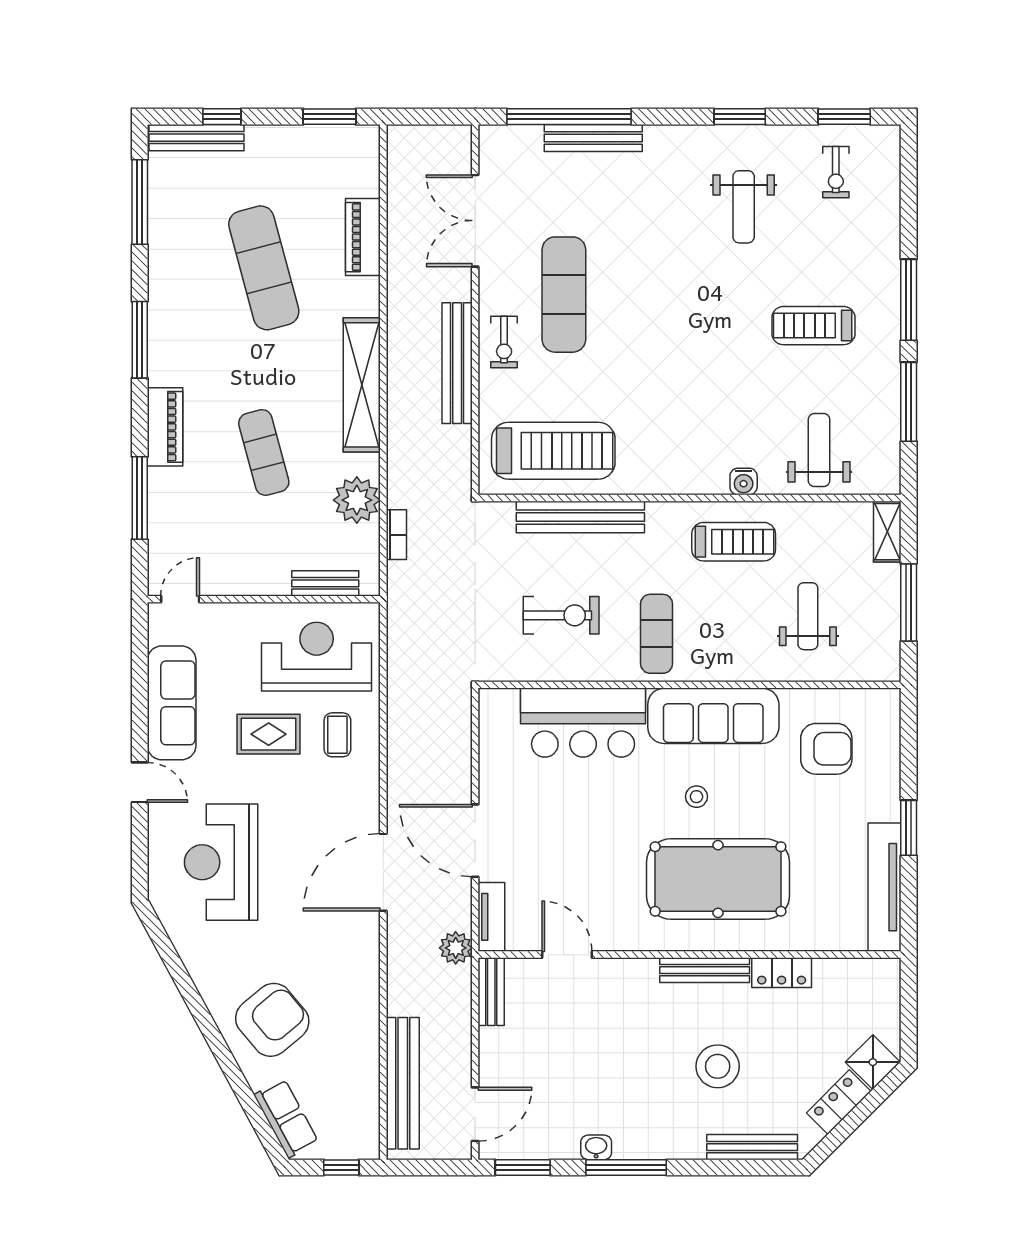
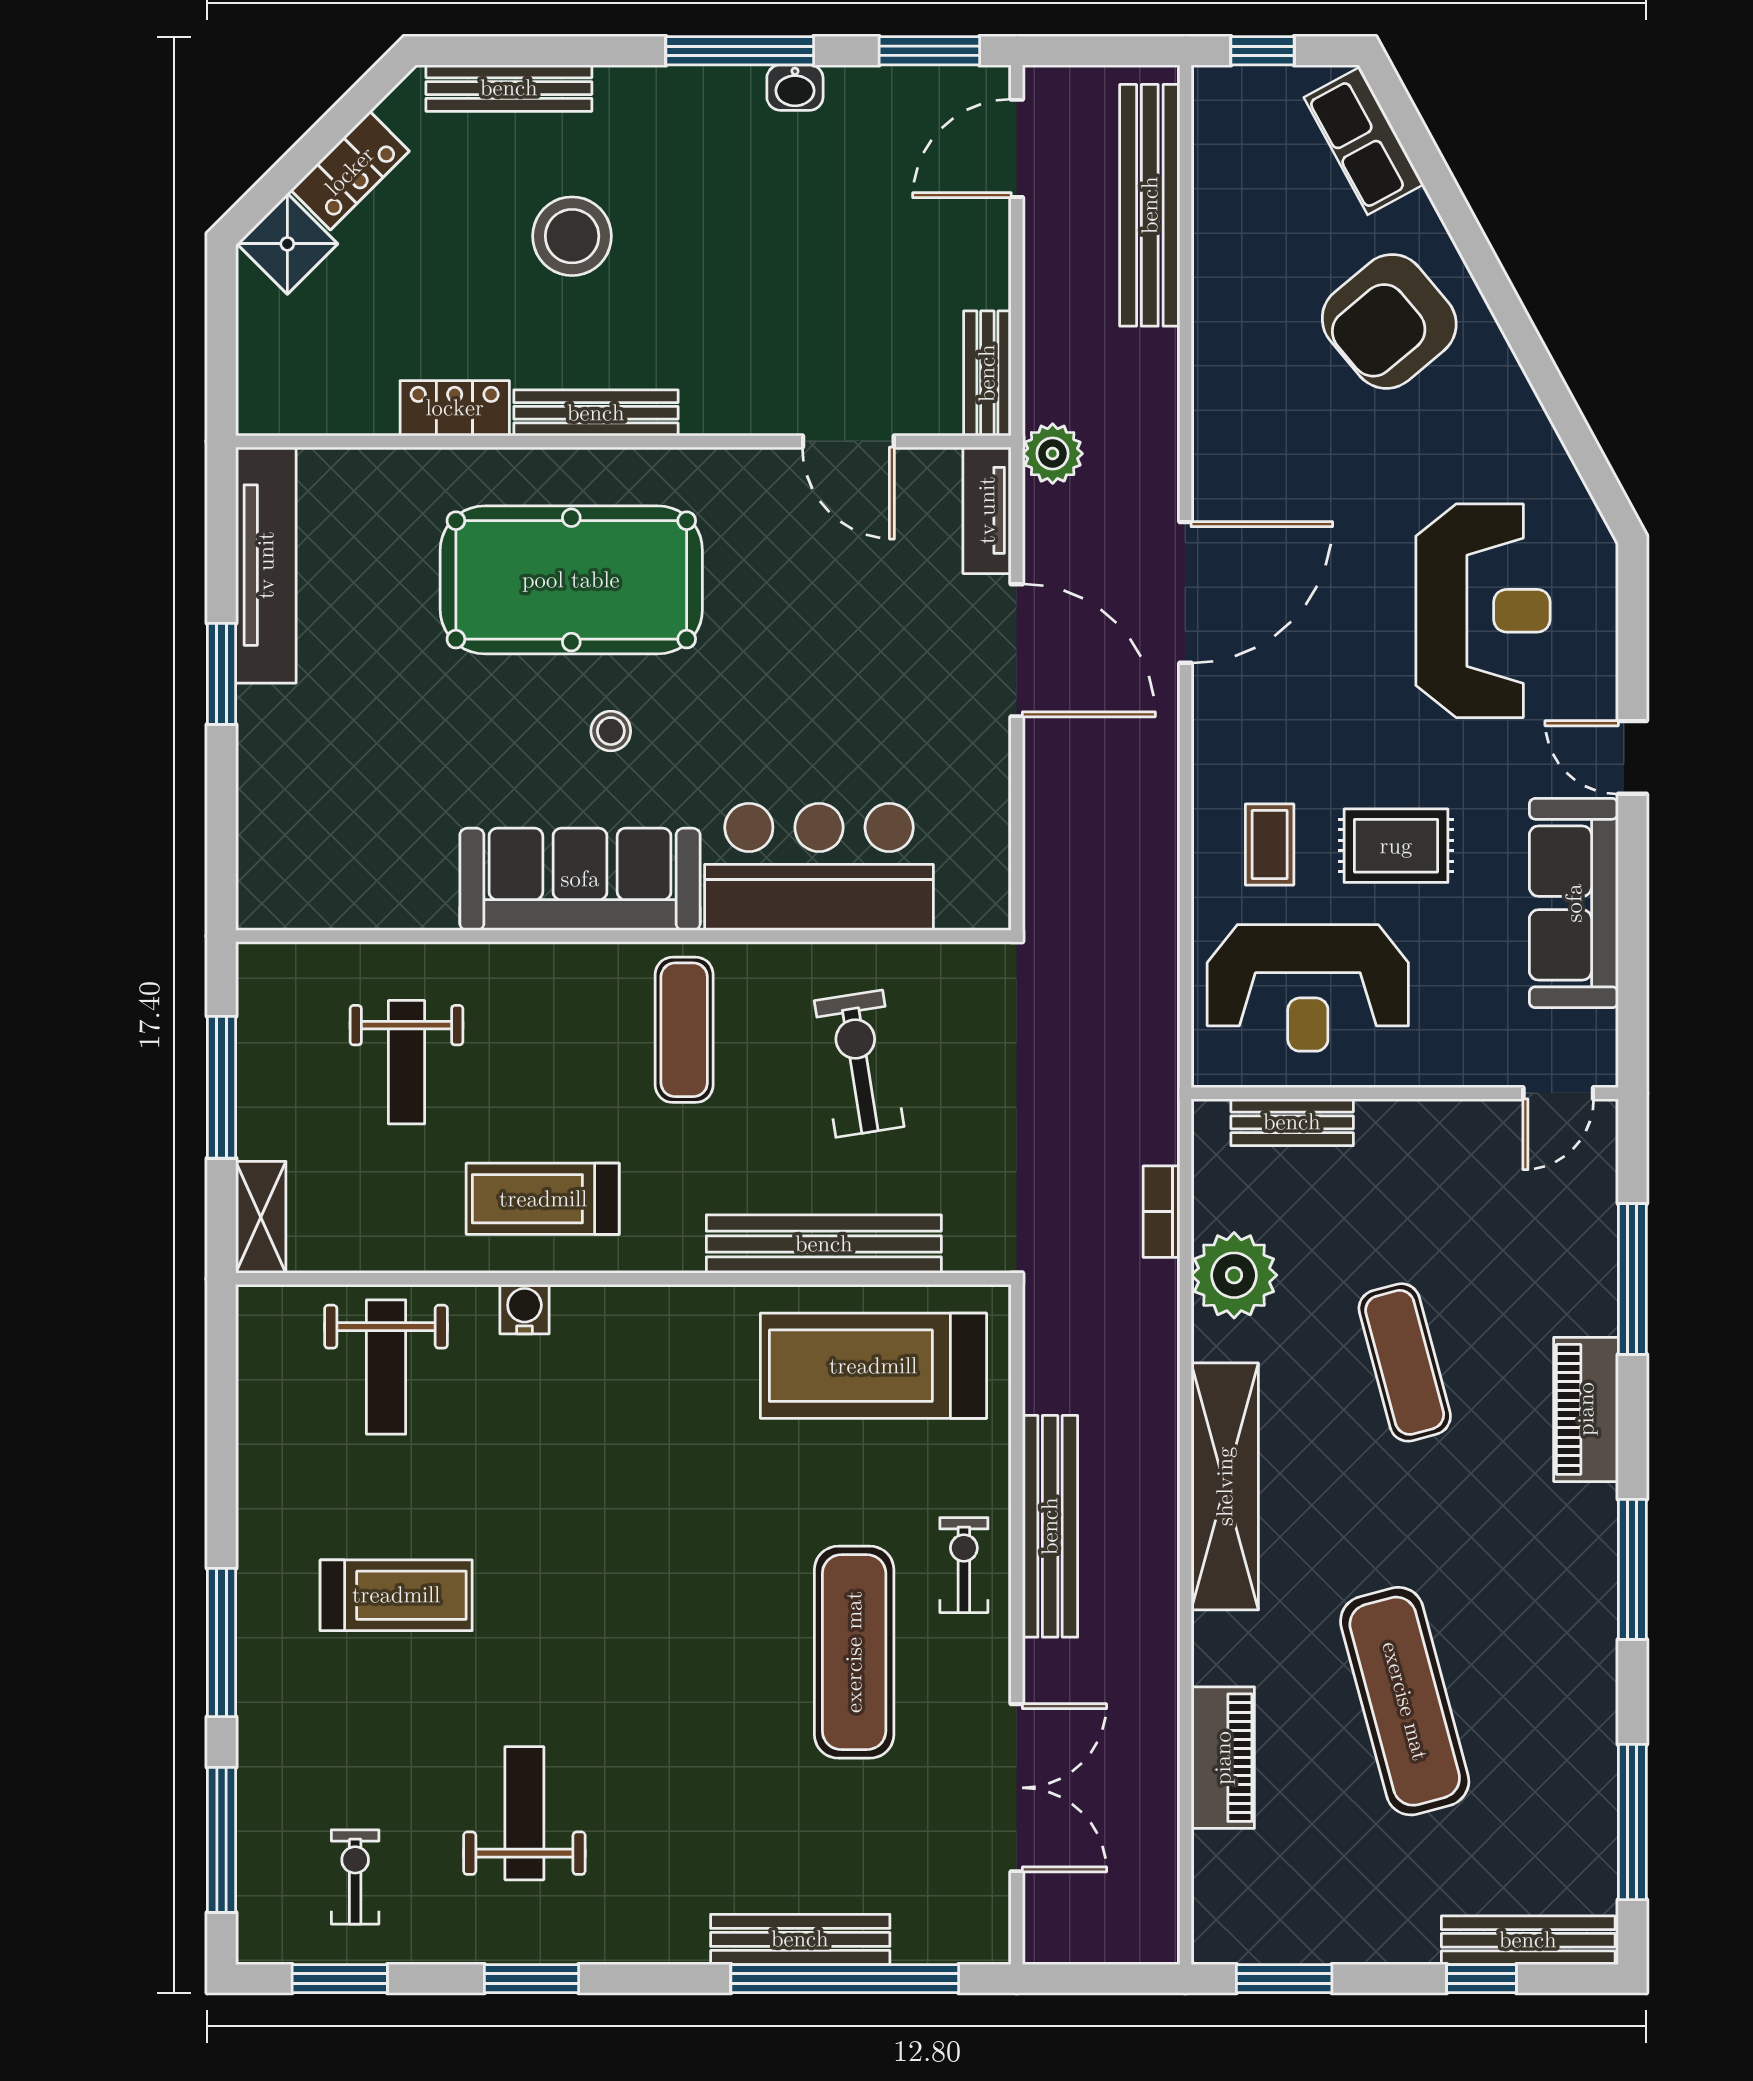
window: (909, 402) -> (222, 1840), moved
exercise bike: (561, 615) -> (859, 1064), turned 81
armchair: (826, 749) -> (373, 819), removed

